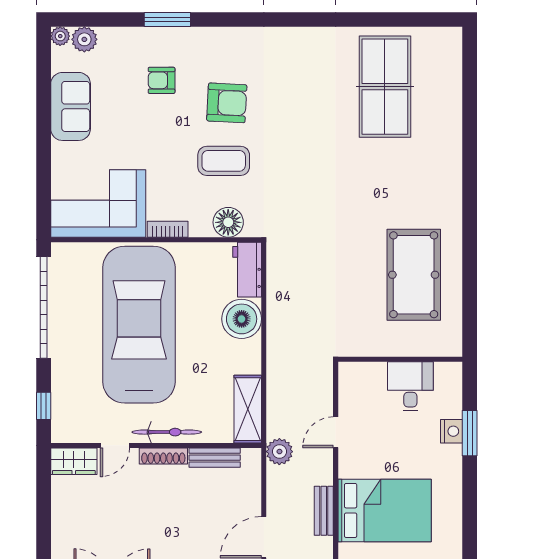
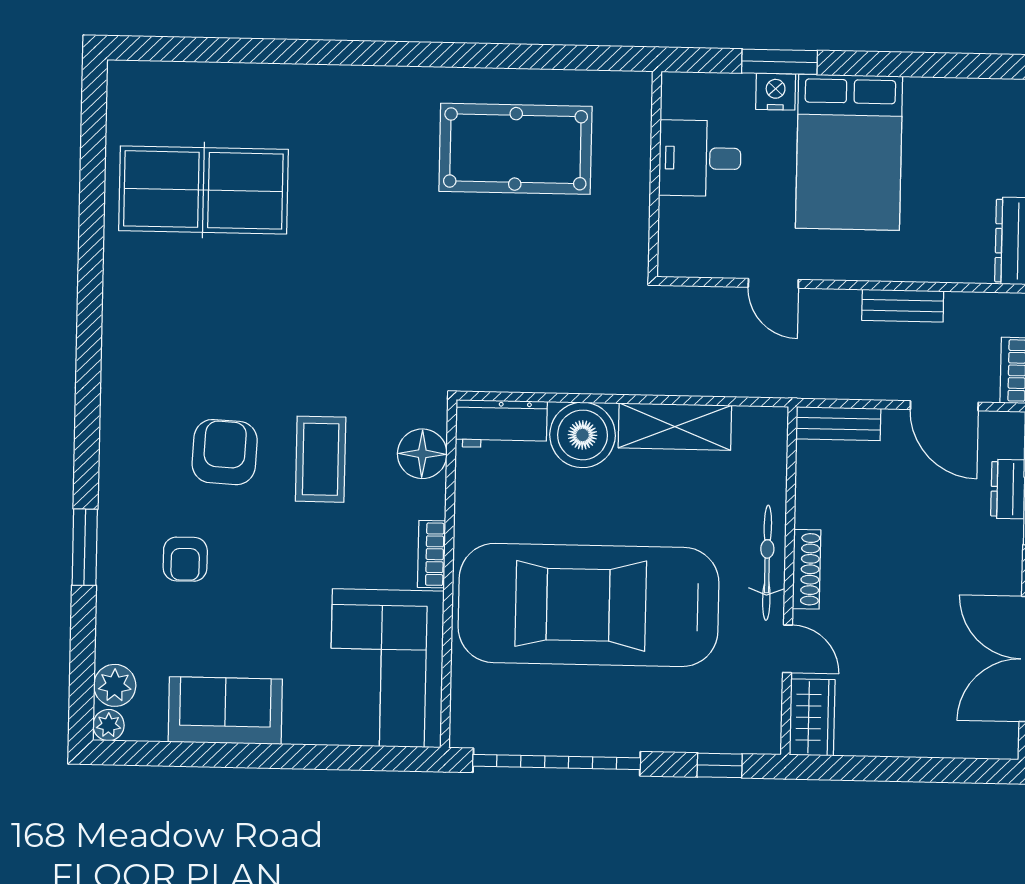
shelving: (248, 409) -> (675, 427), moved
plant: (279, 452) -> (803, 377), removed
bench: (215, 458) -> (838, 424), moved, turned 90
bed: (385, 510) -> (849, 152), moved, turned 180

